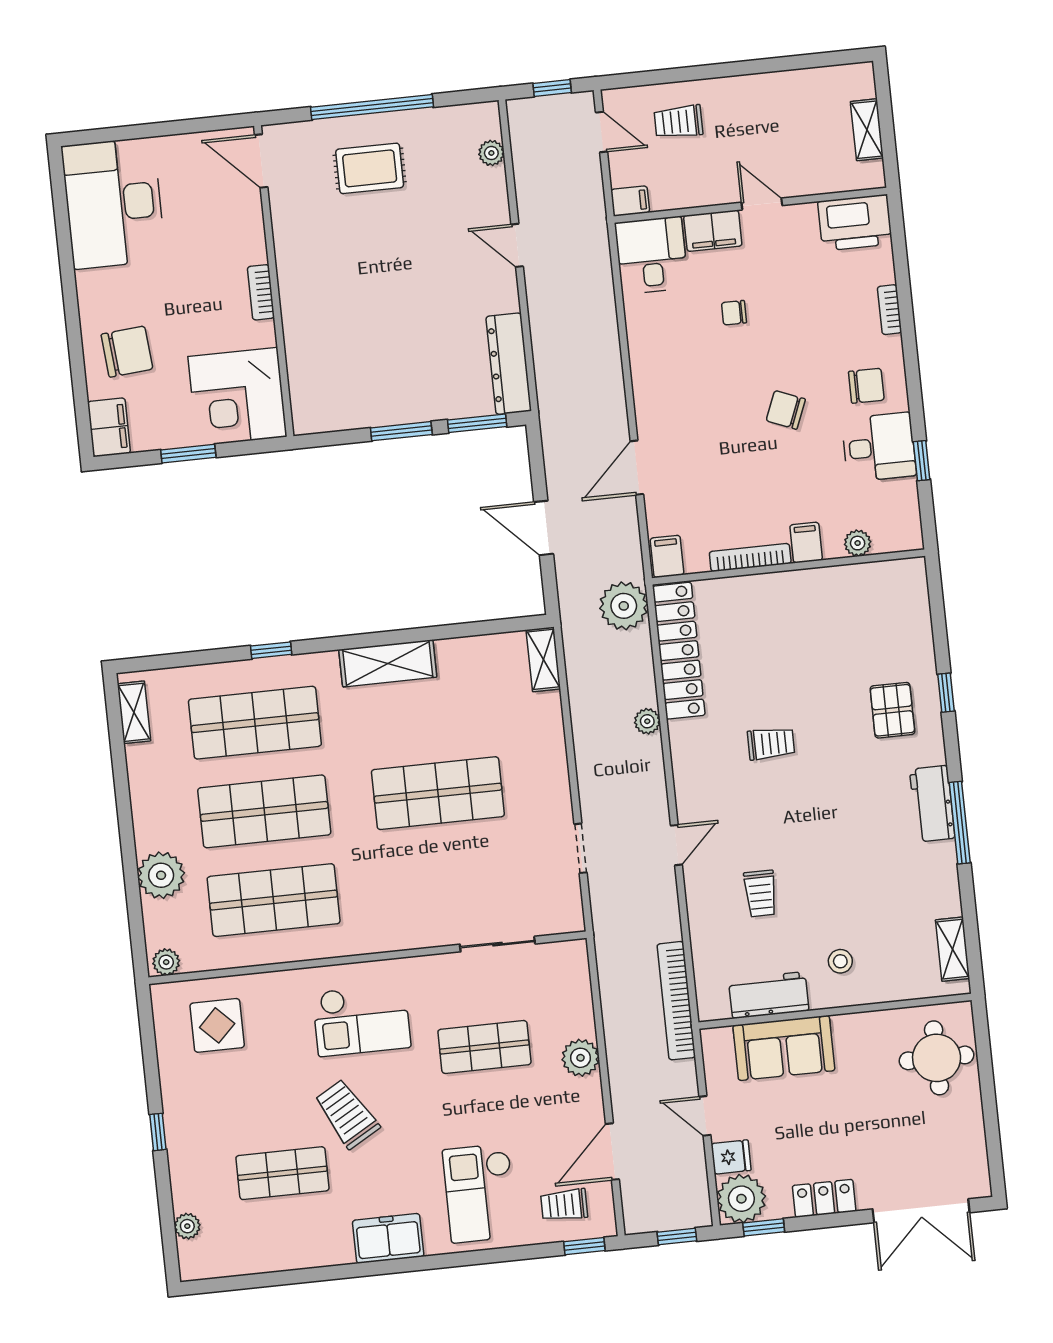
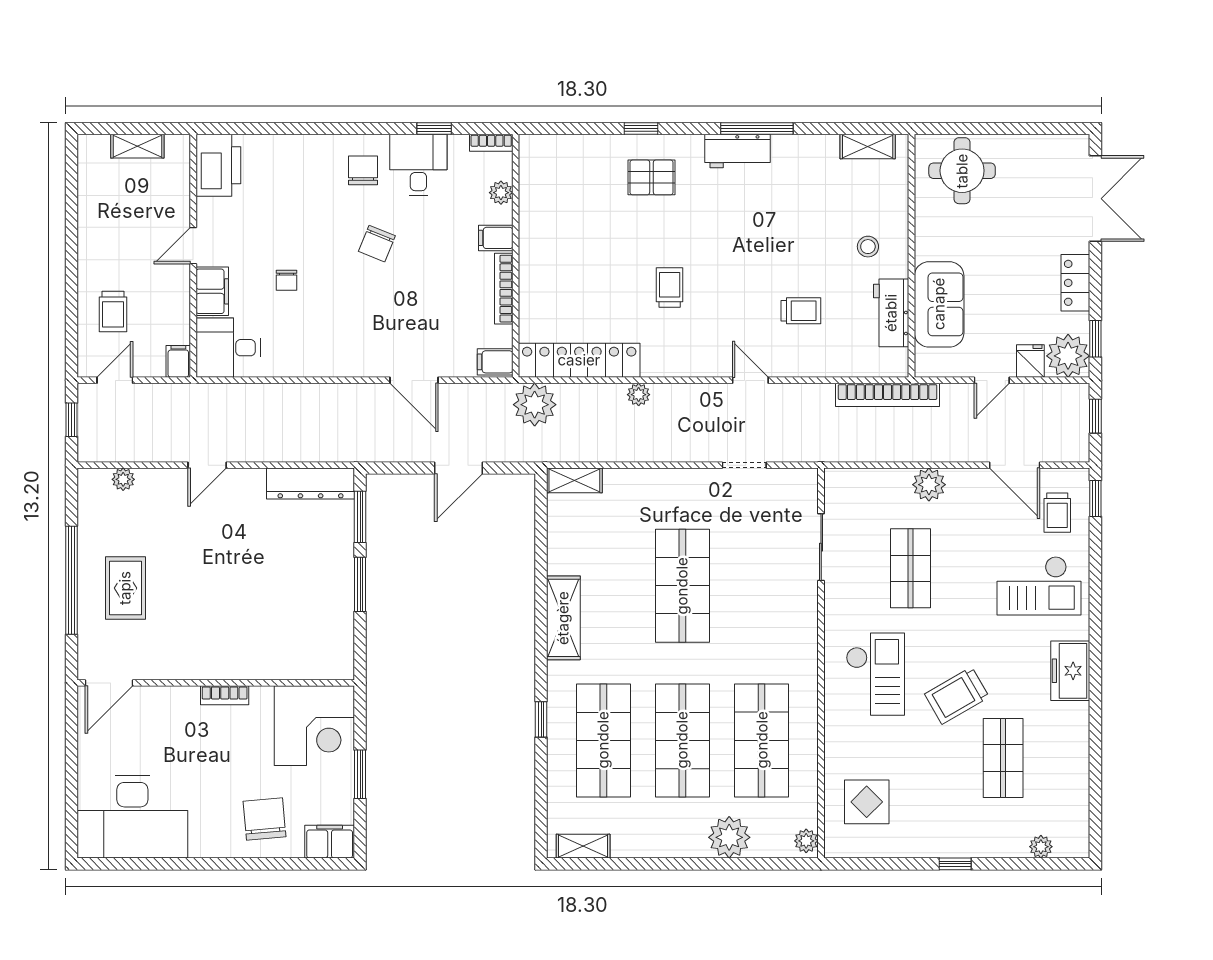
bookcase: (890, 310) -> (491, 143), moved

